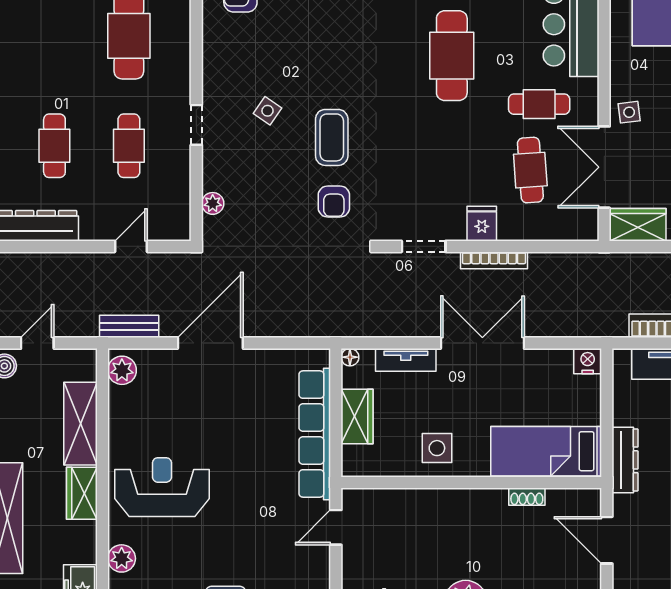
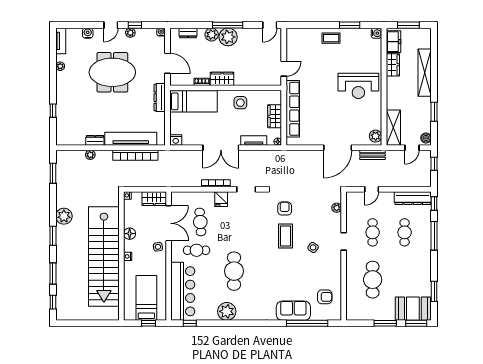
shelving: (80, 424) -> (393, 128), moved
wardrobe: (82, 493) -> (393, 65), moved
wardrobe: (480, 504) -> (222, 79), added
plant: (122, 558) -> (376, 55), removed

